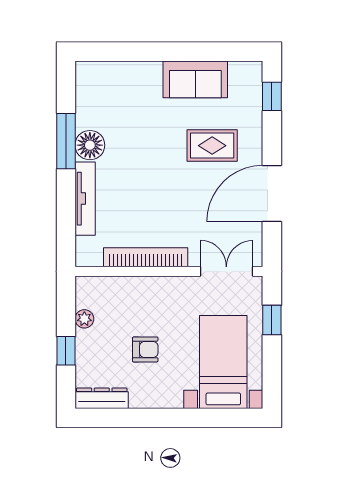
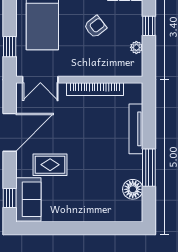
sofa: (195, 79) -> (28, 199), moved, turned 90
floor lamp: (90, 145) -> (133, 189), moved
armchair: (145, 349) -> (95, 27), turned 142

